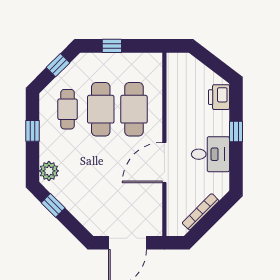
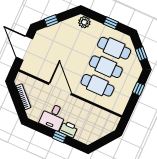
printer: (219, 97) -> (69, 129), moved
cafe table: (68, 109) -> (114, 48), width x1.37, depth x1.35
window: (53, 205) -> (51, 21), moved

